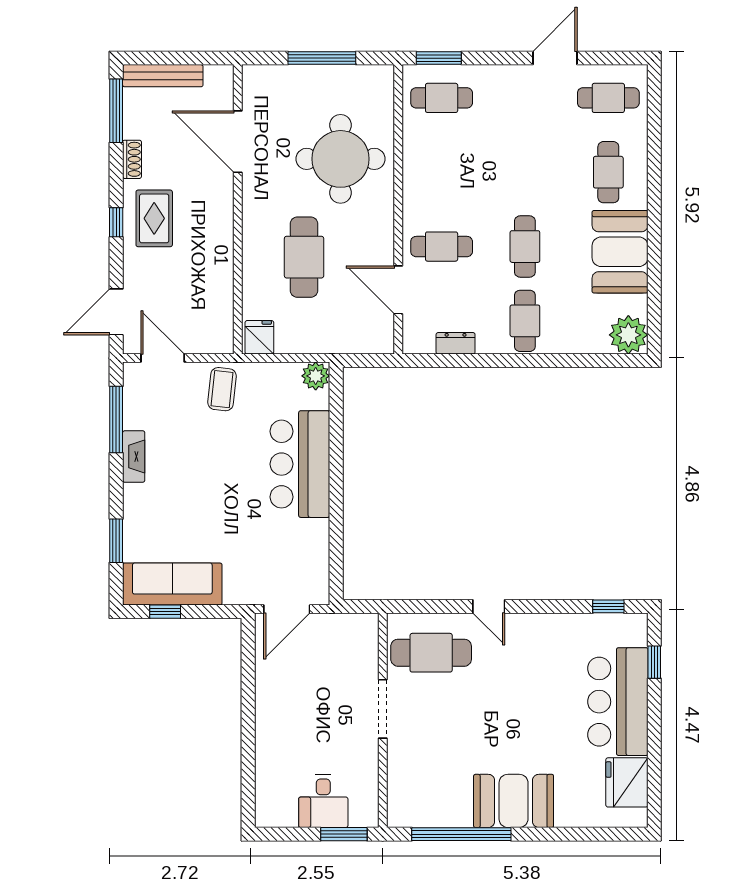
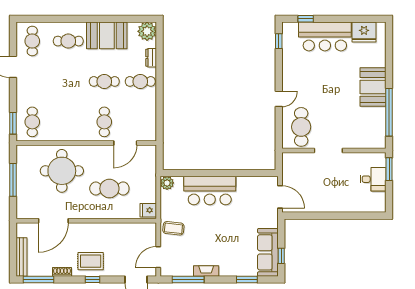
dresser: (456, 343) -> (151, 58), moved

